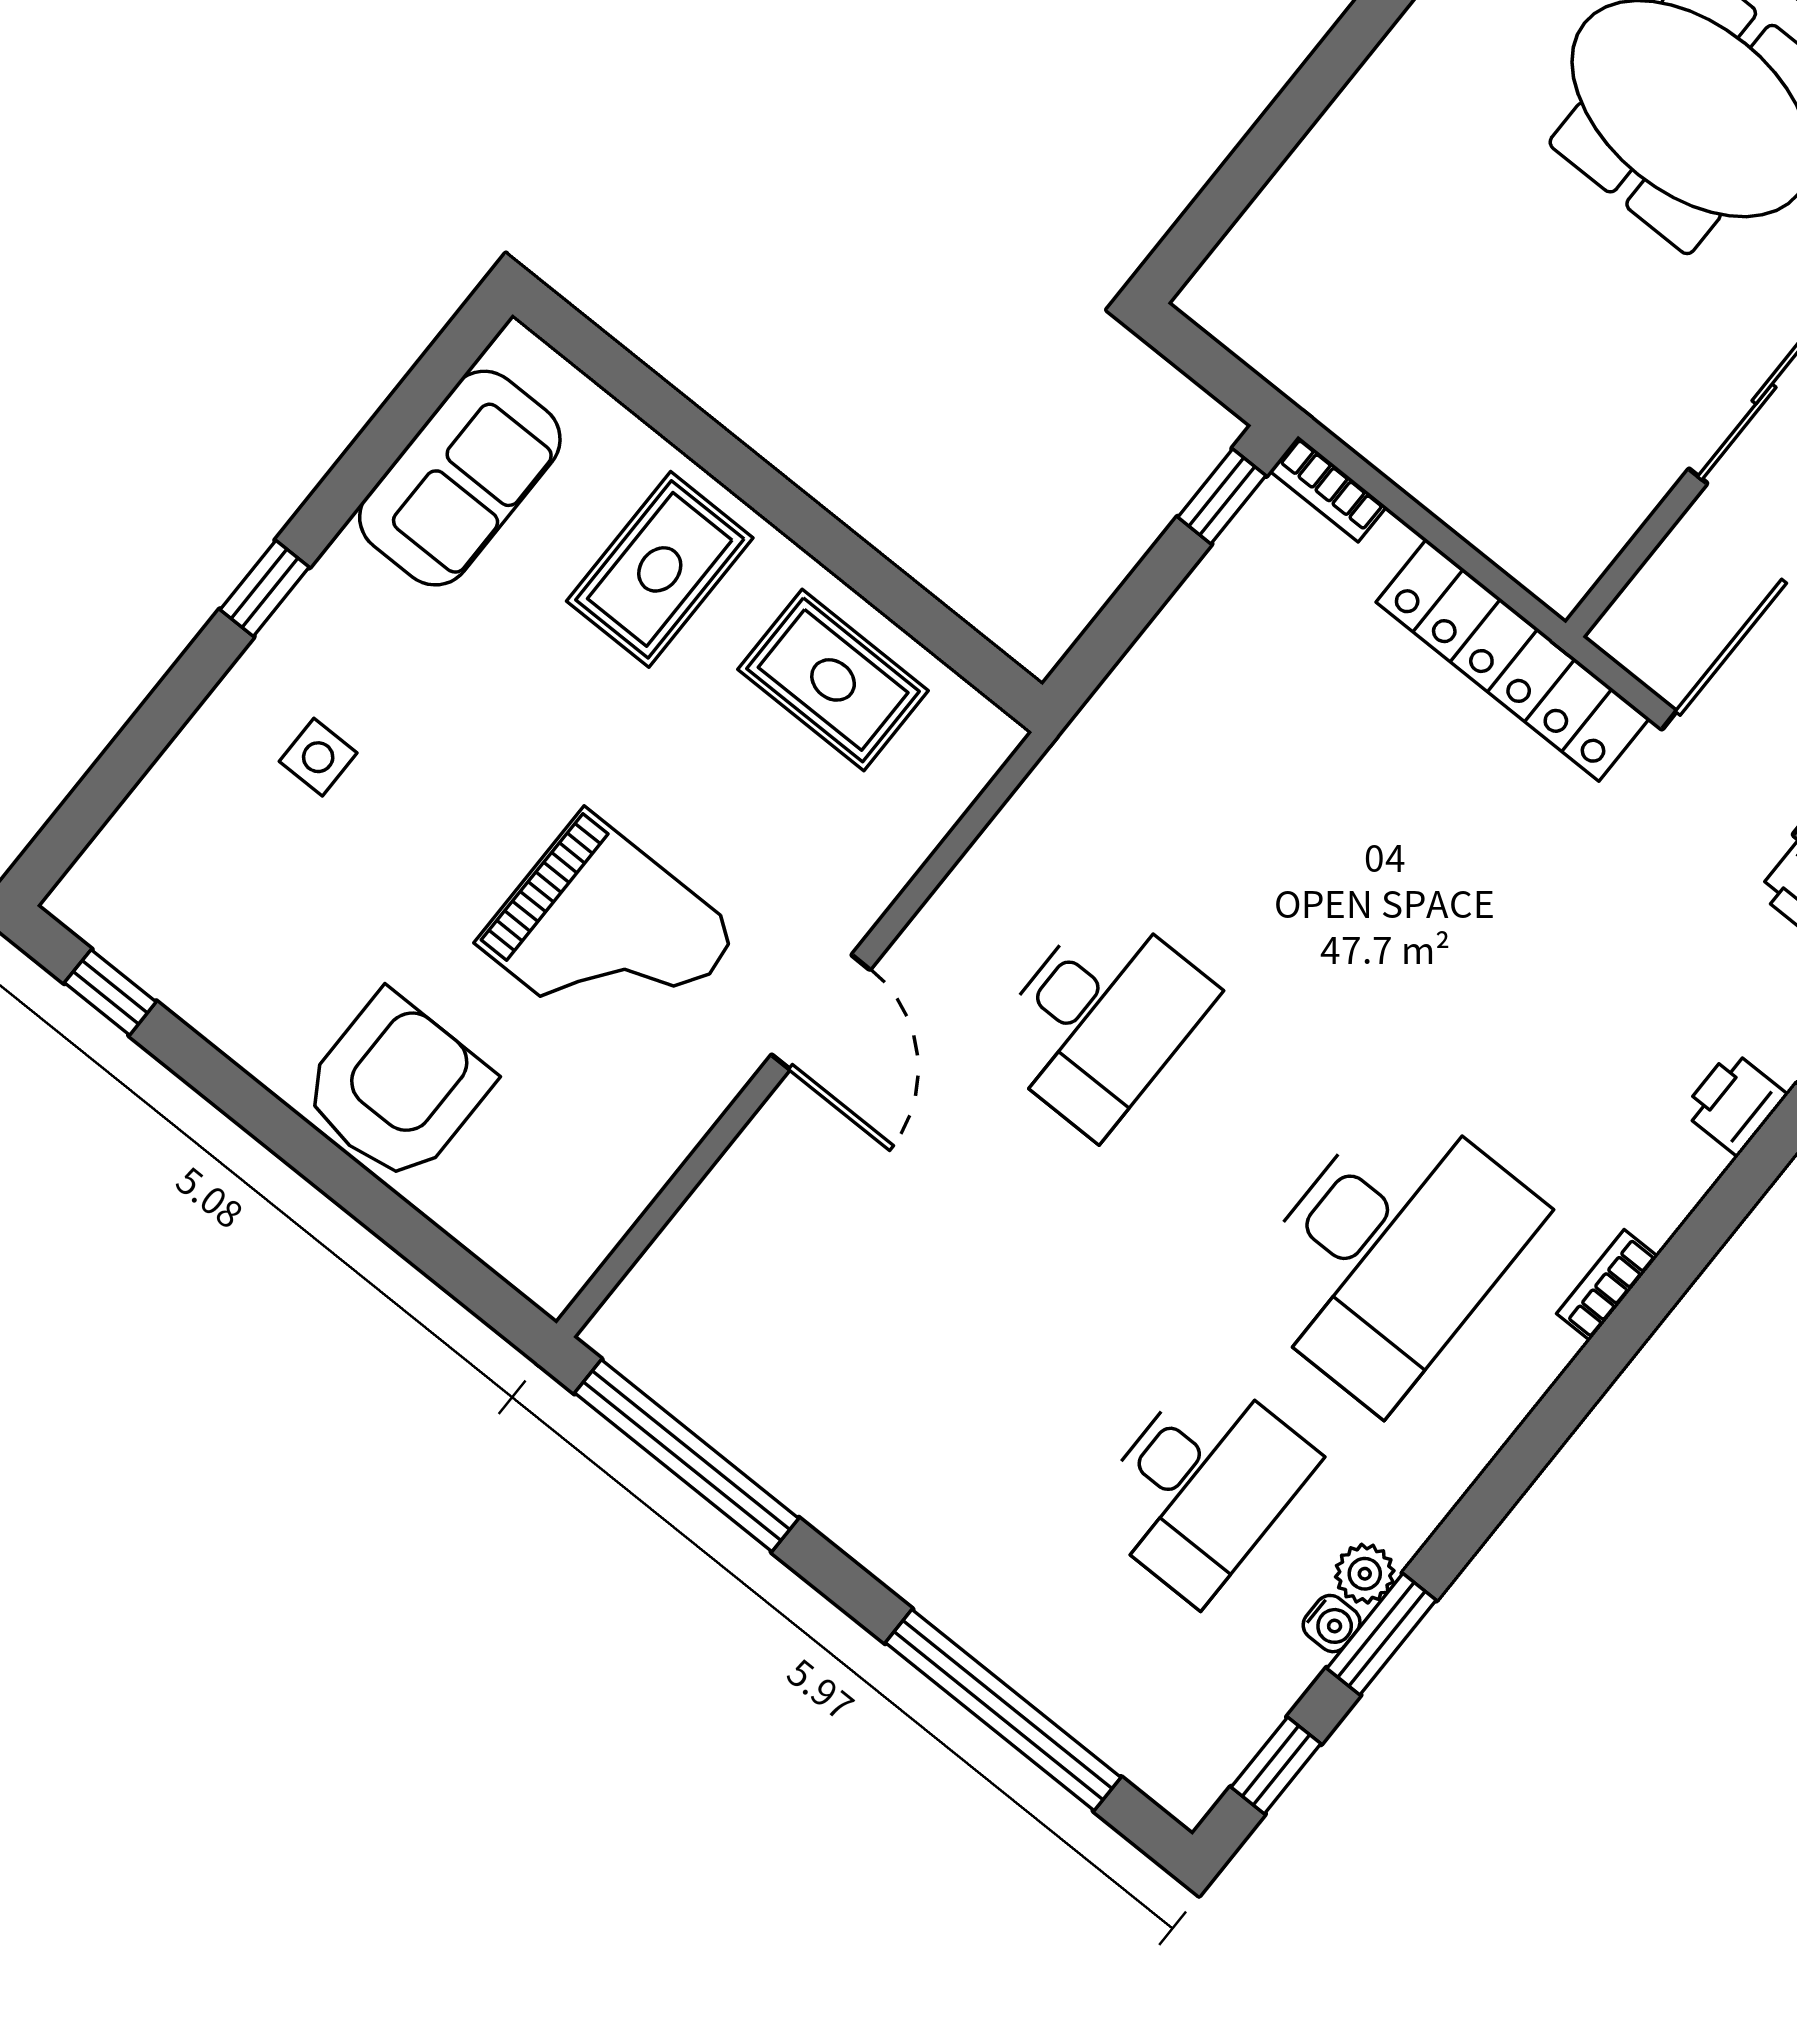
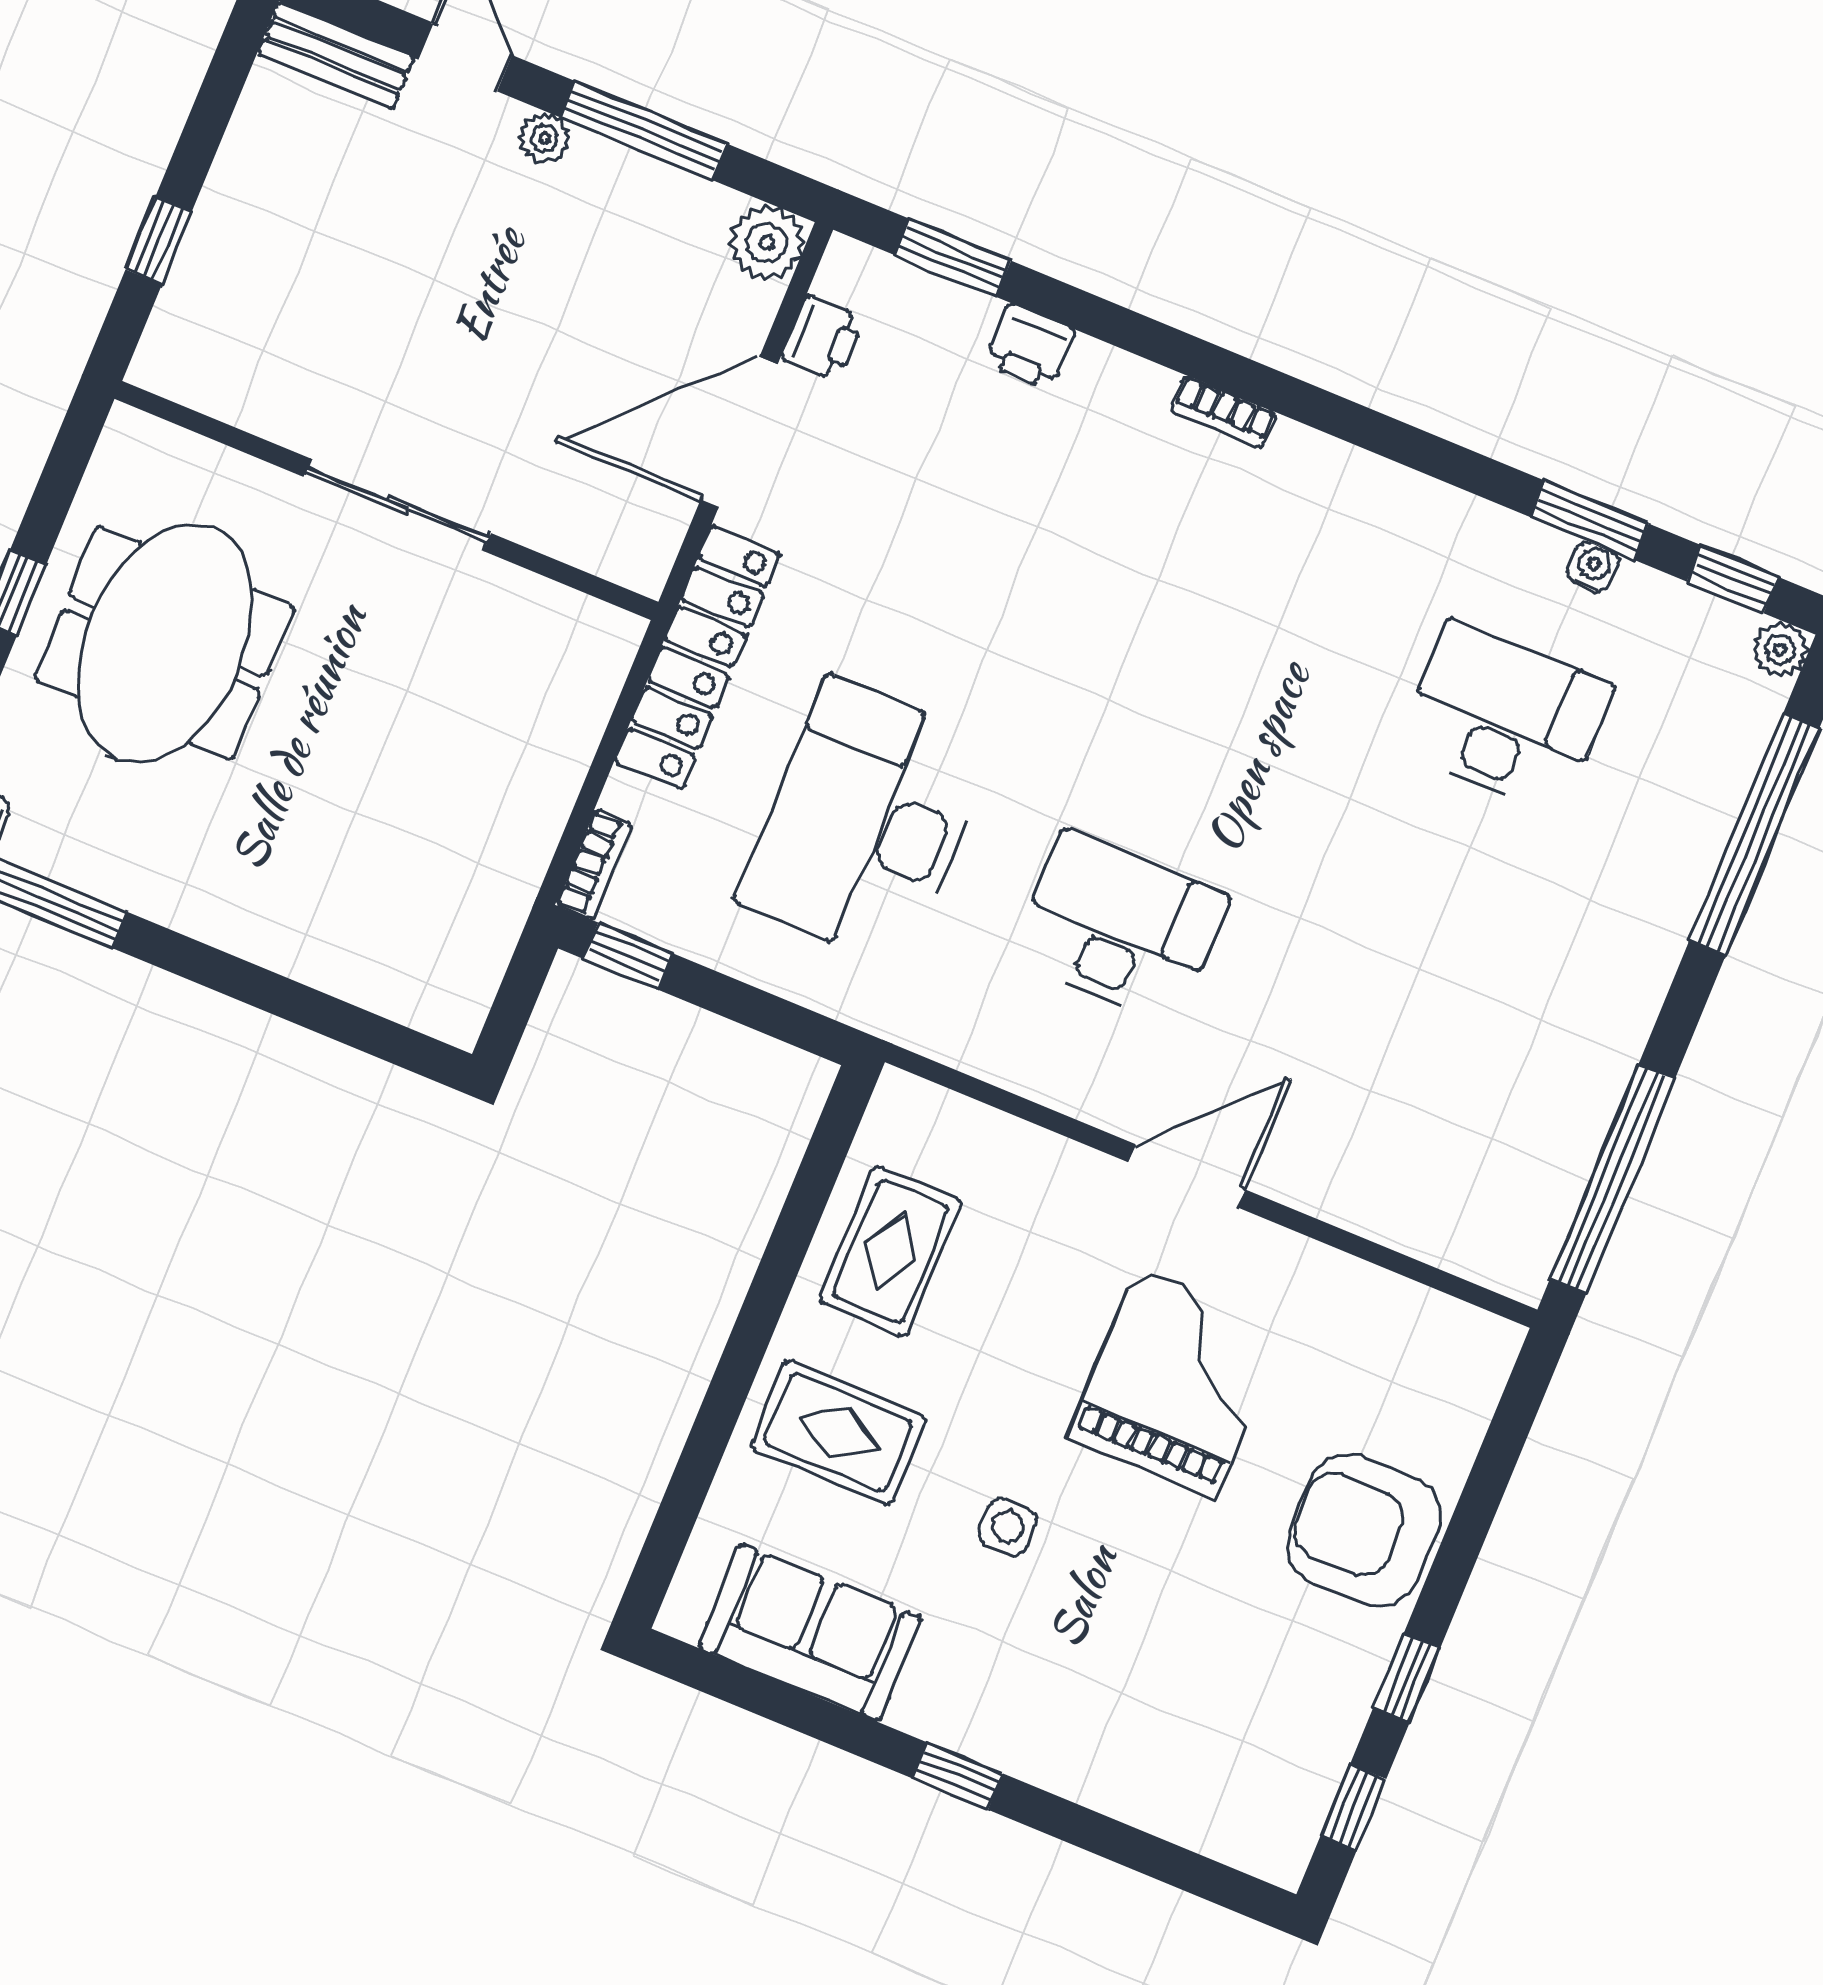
side table: (318, 757) -> (1007, 1527), moved
window: (229, 1088) -> (1407, 1678), added
desk: (1390, 1252) -> (866, 822), moved, turned -90
plant: (1365, 1574) -> (1780, 649), moved

